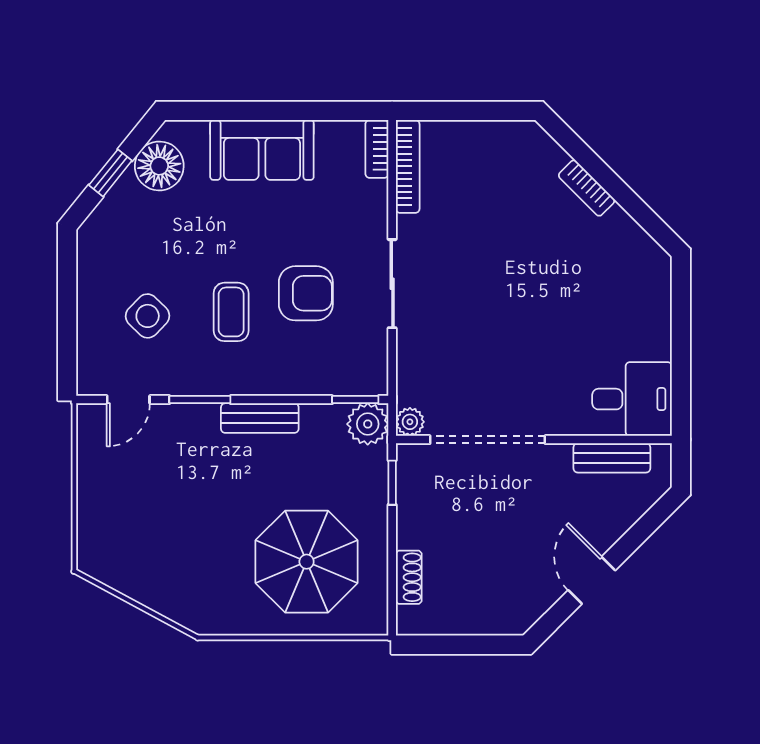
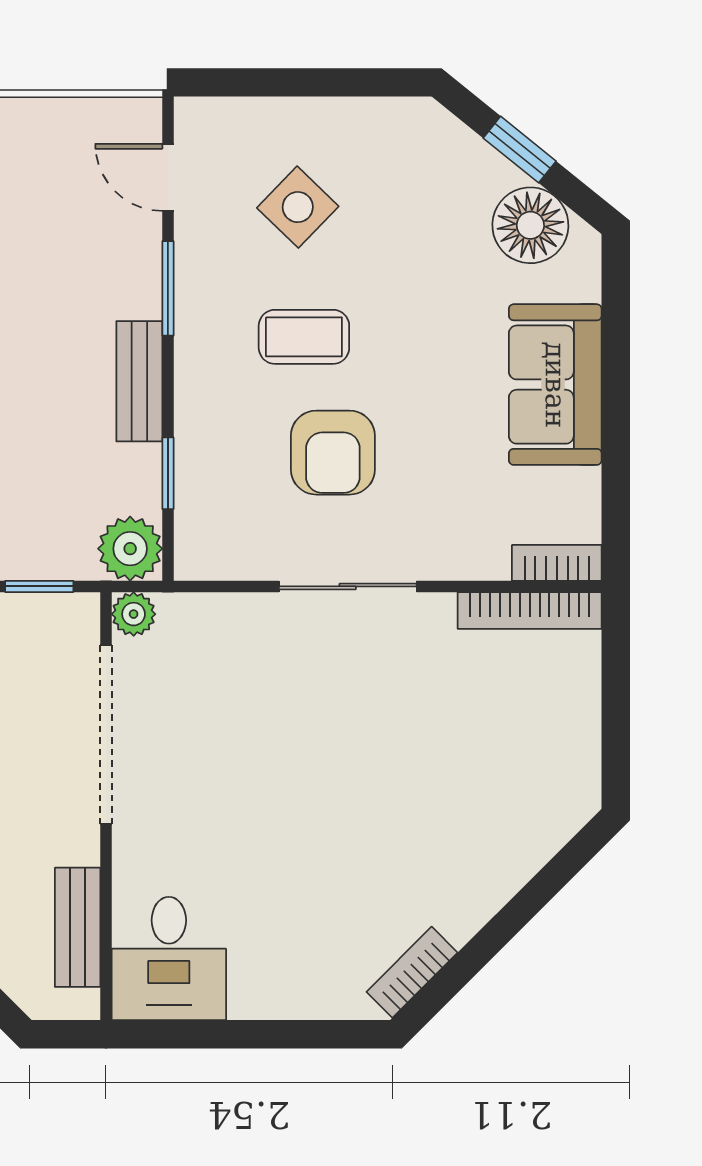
bookcase: (587, 188) -> (412, 972), moved
window: (355, 400) -> (168, 473), moved

